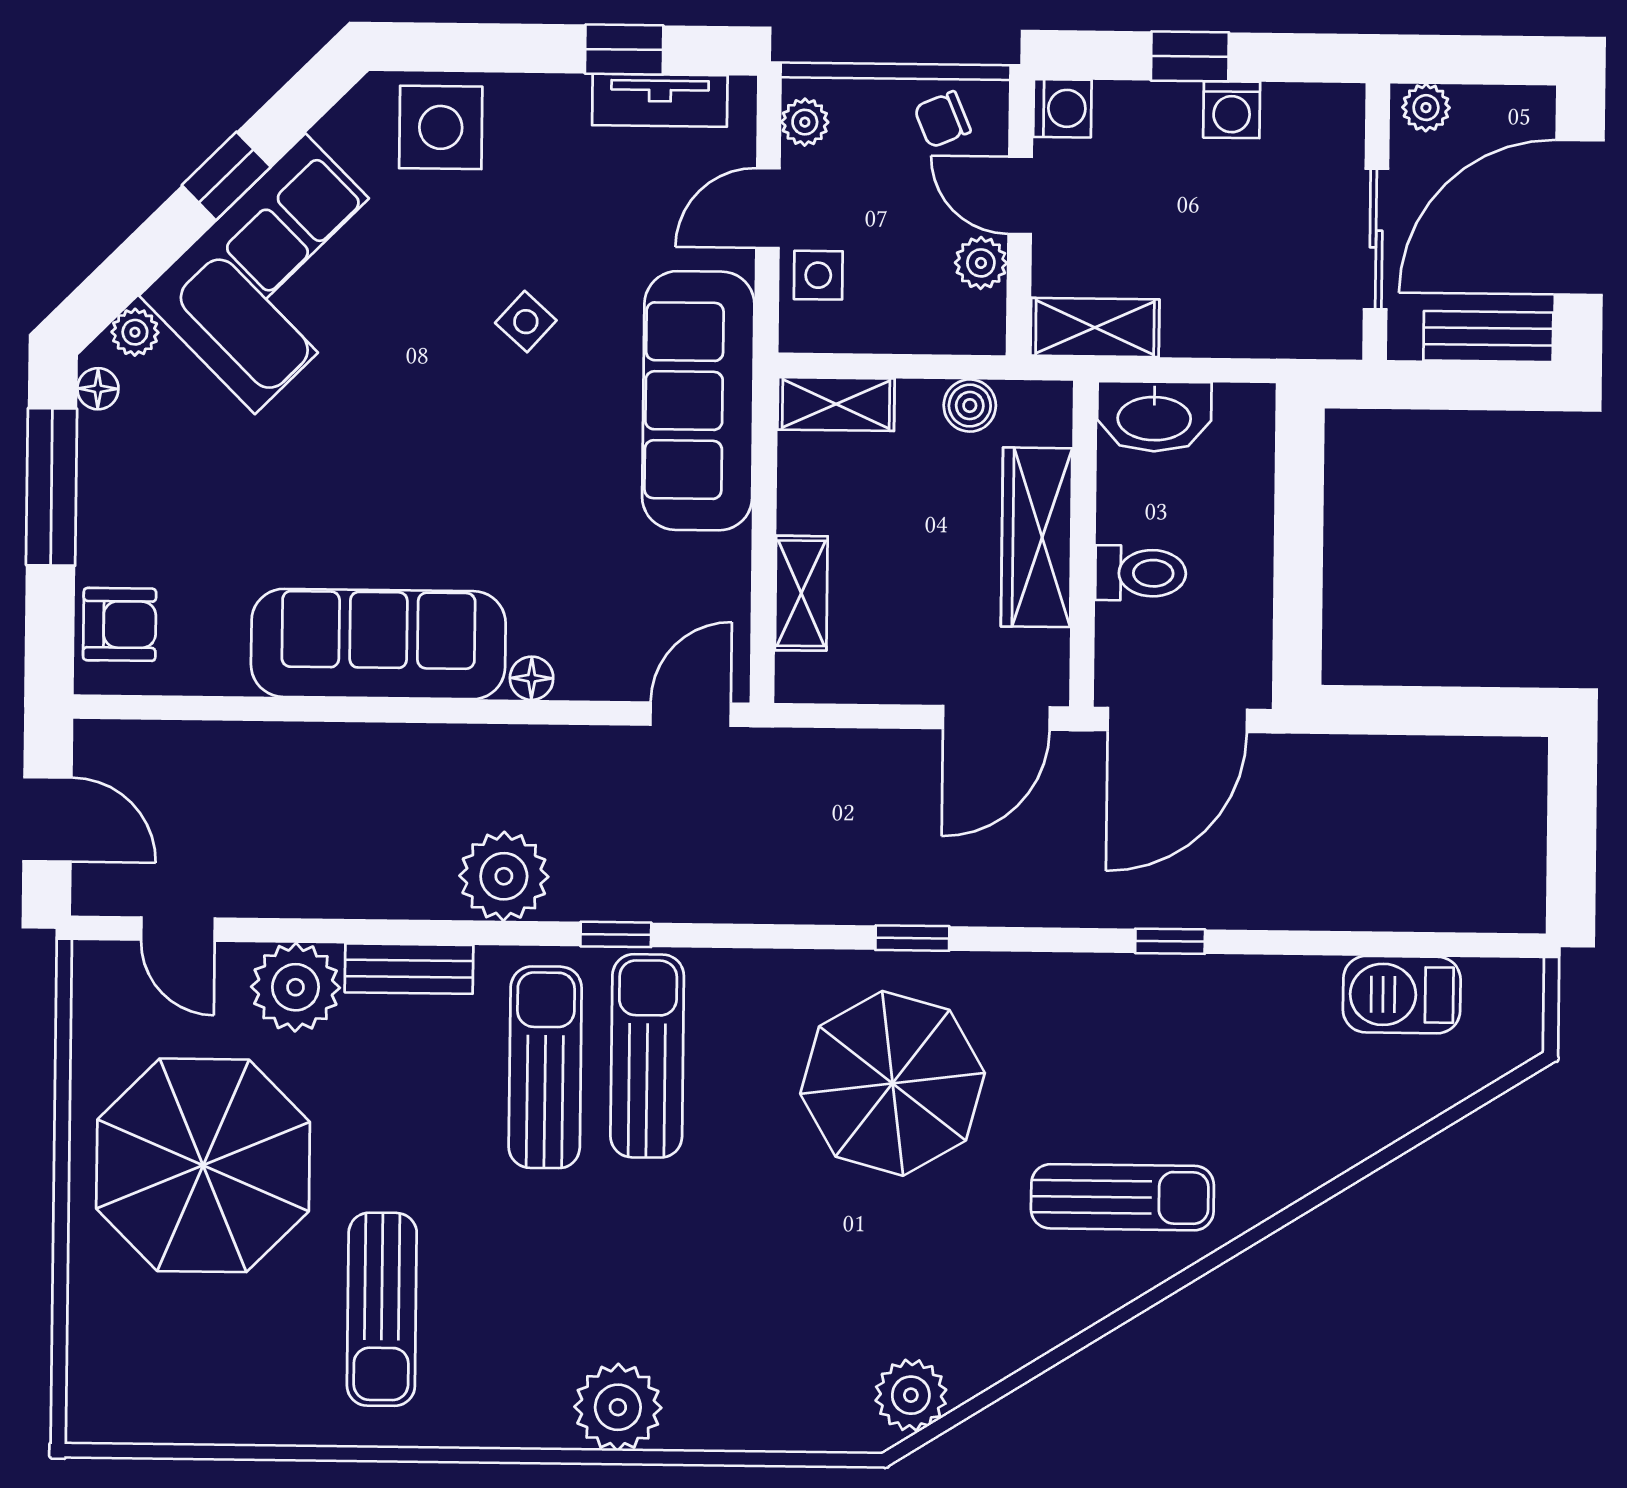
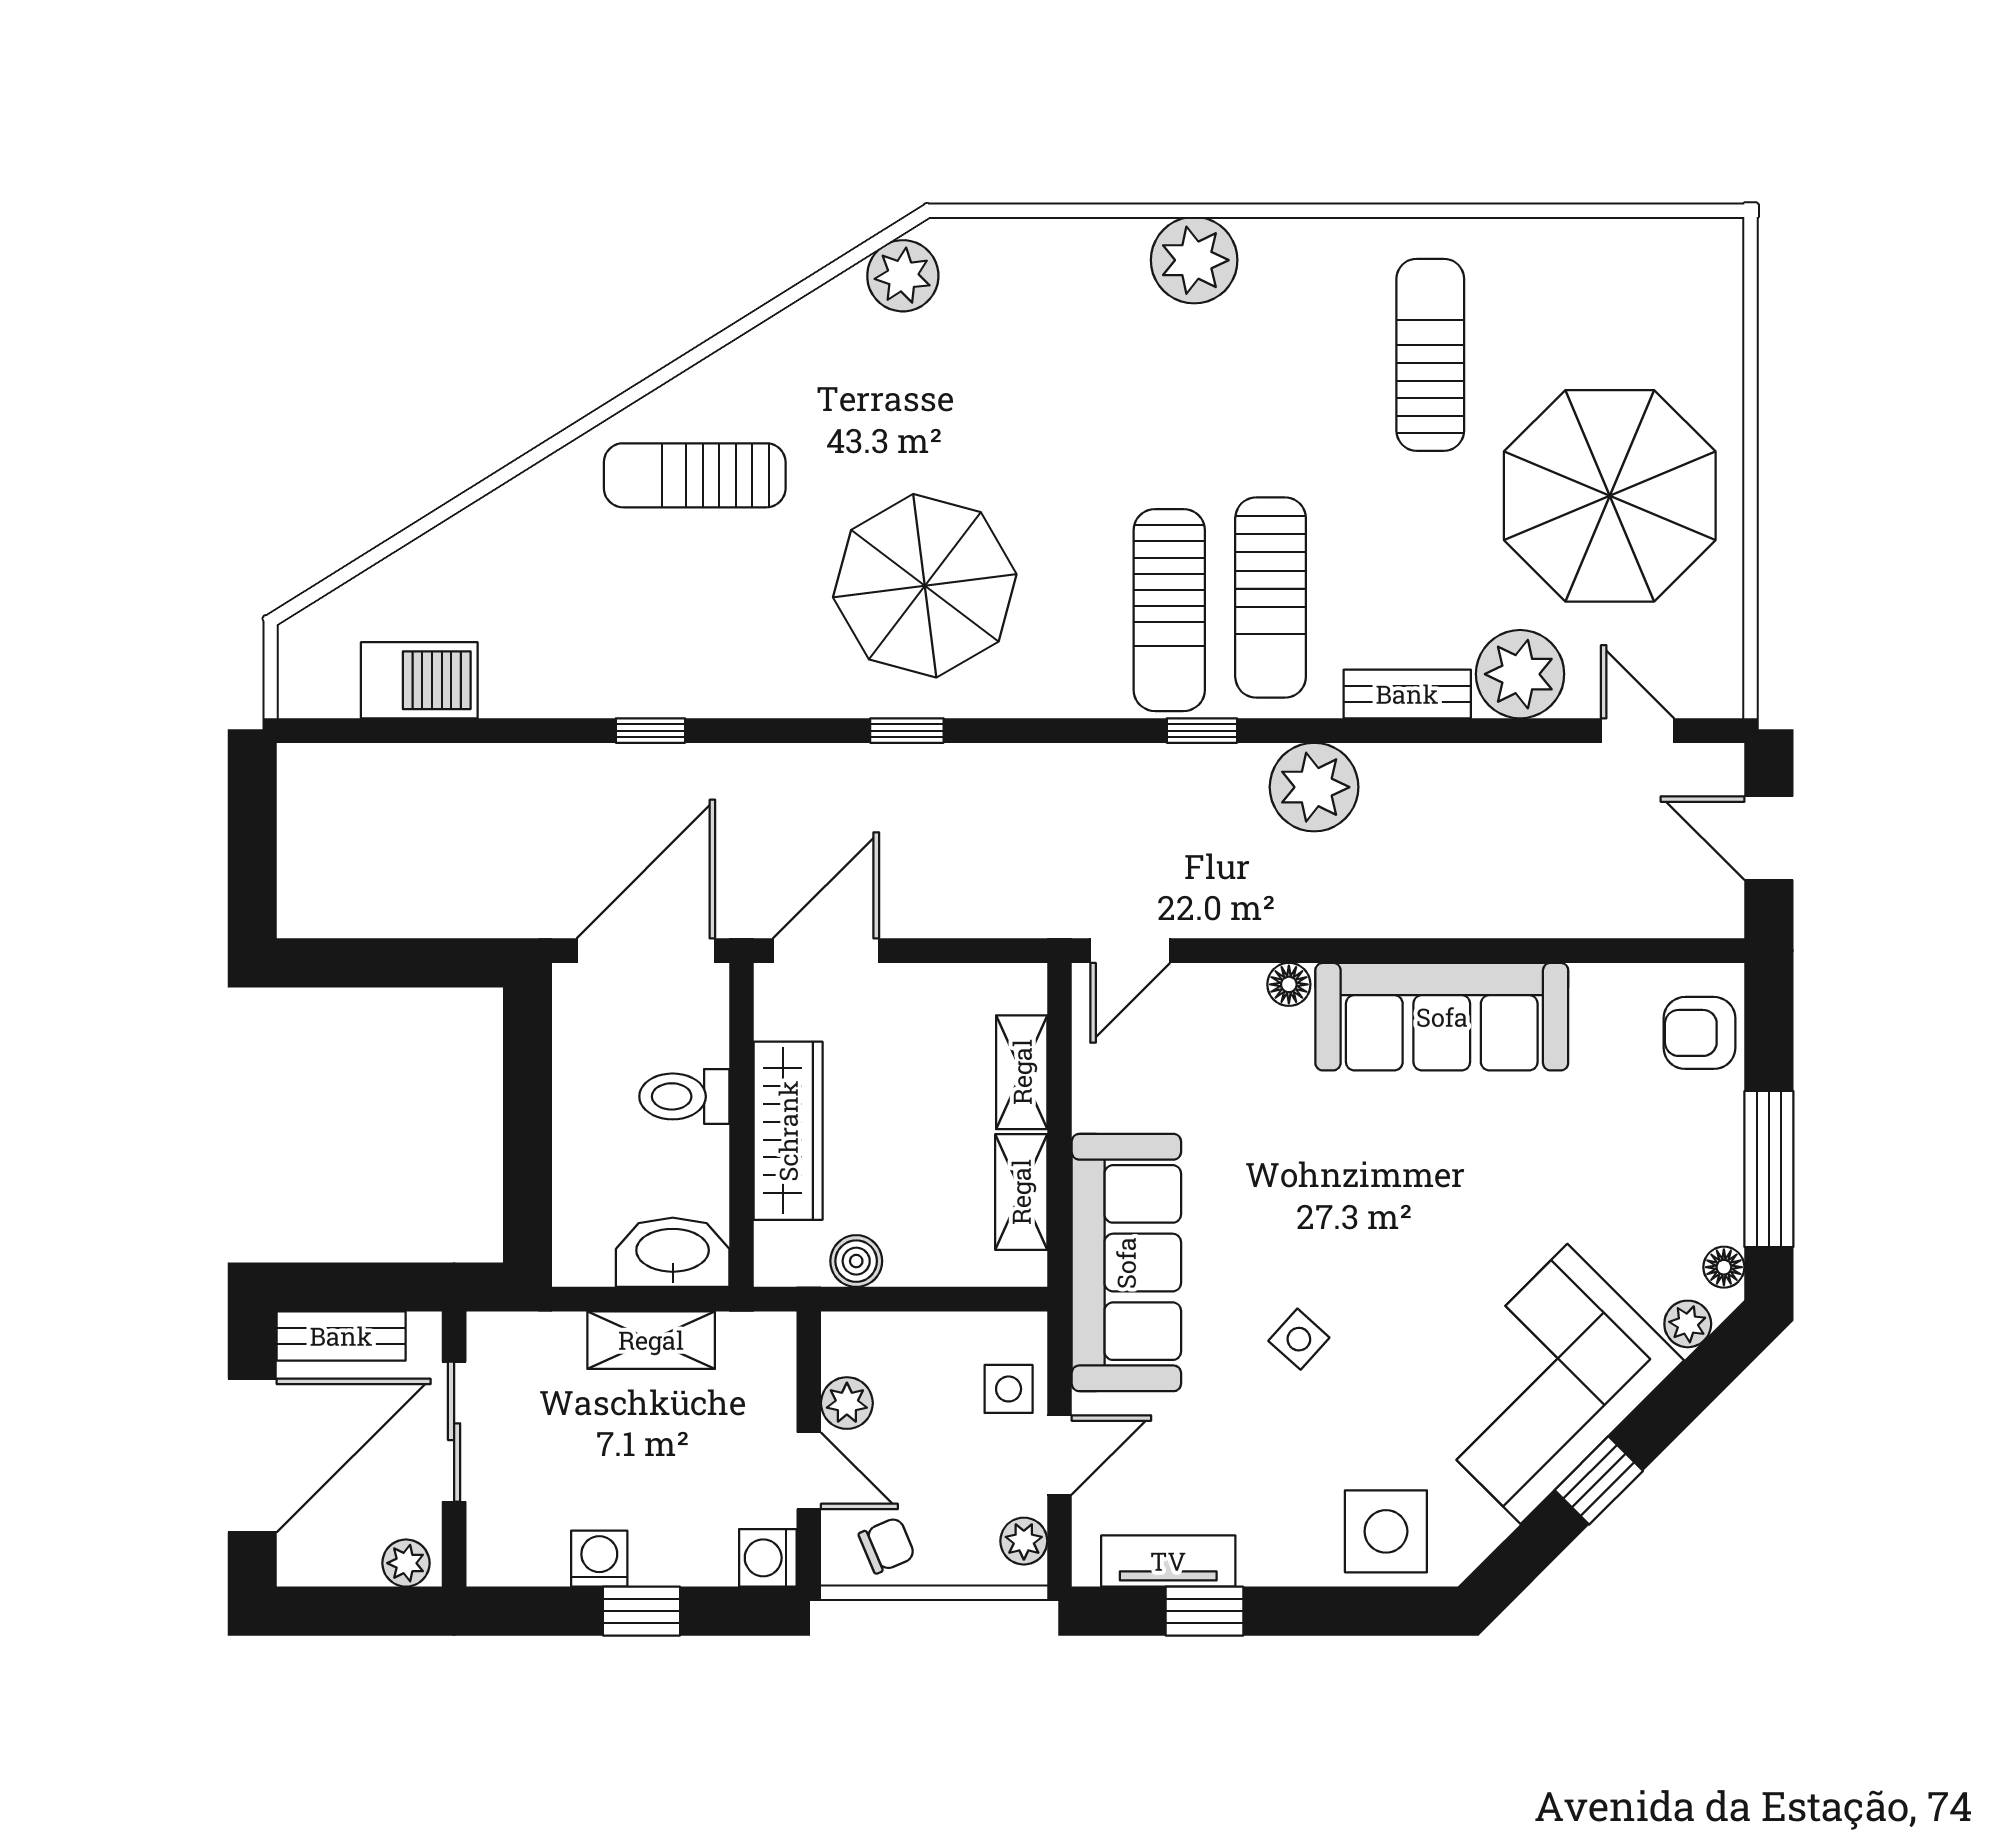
shelving: (1095, 328) -> (651, 1340), moved
shelving: (836, 404) -> (1021, 1192), moved, turned 90

